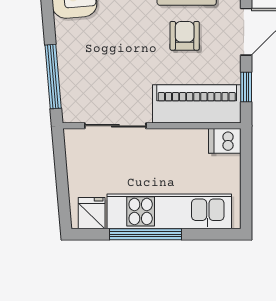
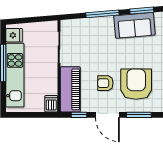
armchair: (185, 36) -> (105, 83), turned 180
window: (53, 77) -> (102, 14), moved

